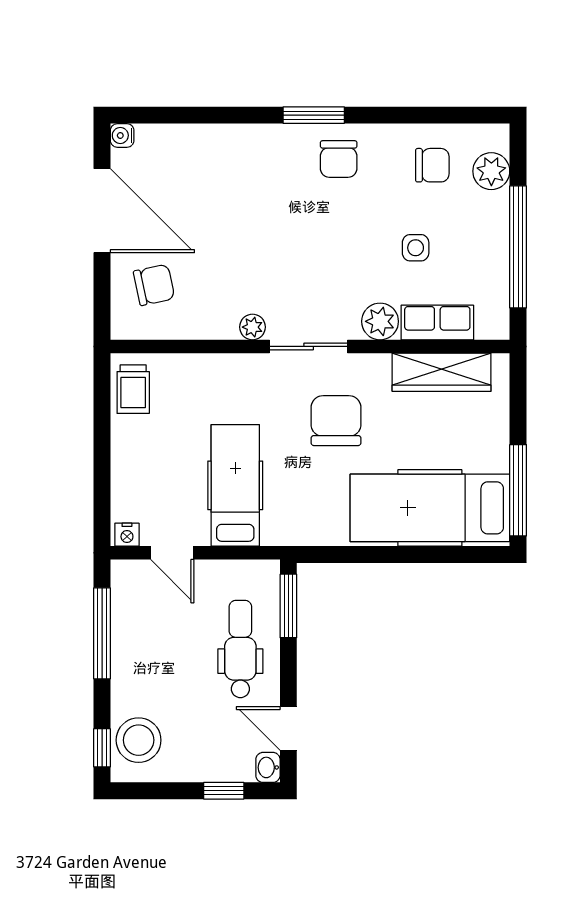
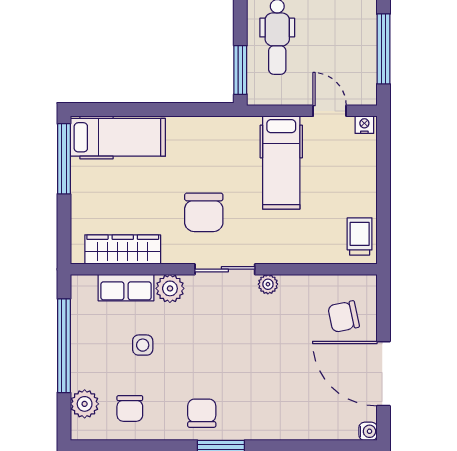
chair: (432, 165) -> (130, 408), turned -90
hospital bed: (430, 508) -> (118, 137), width x0.73, depth x0.78

